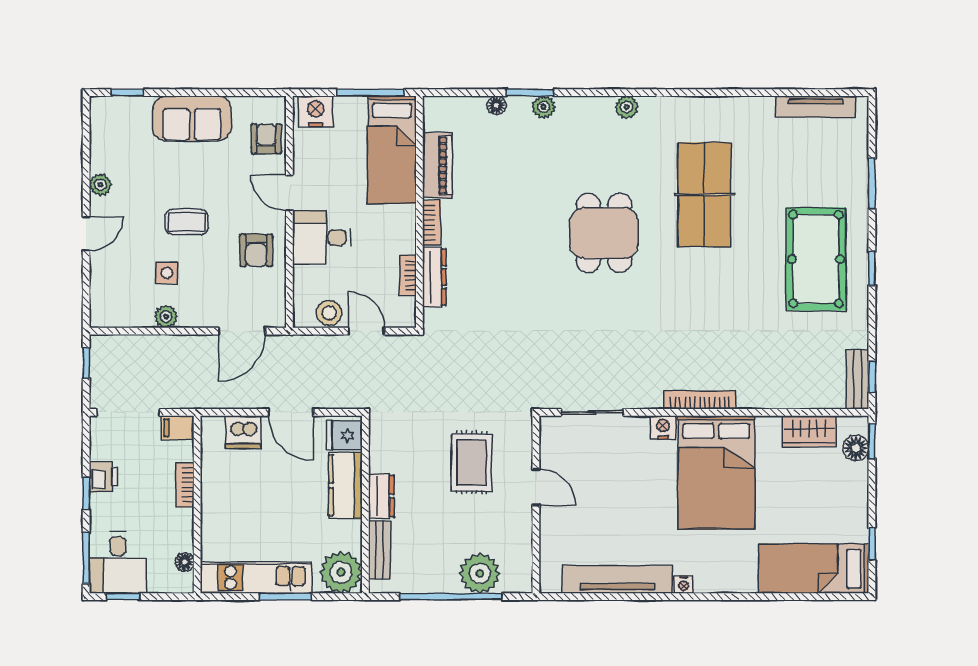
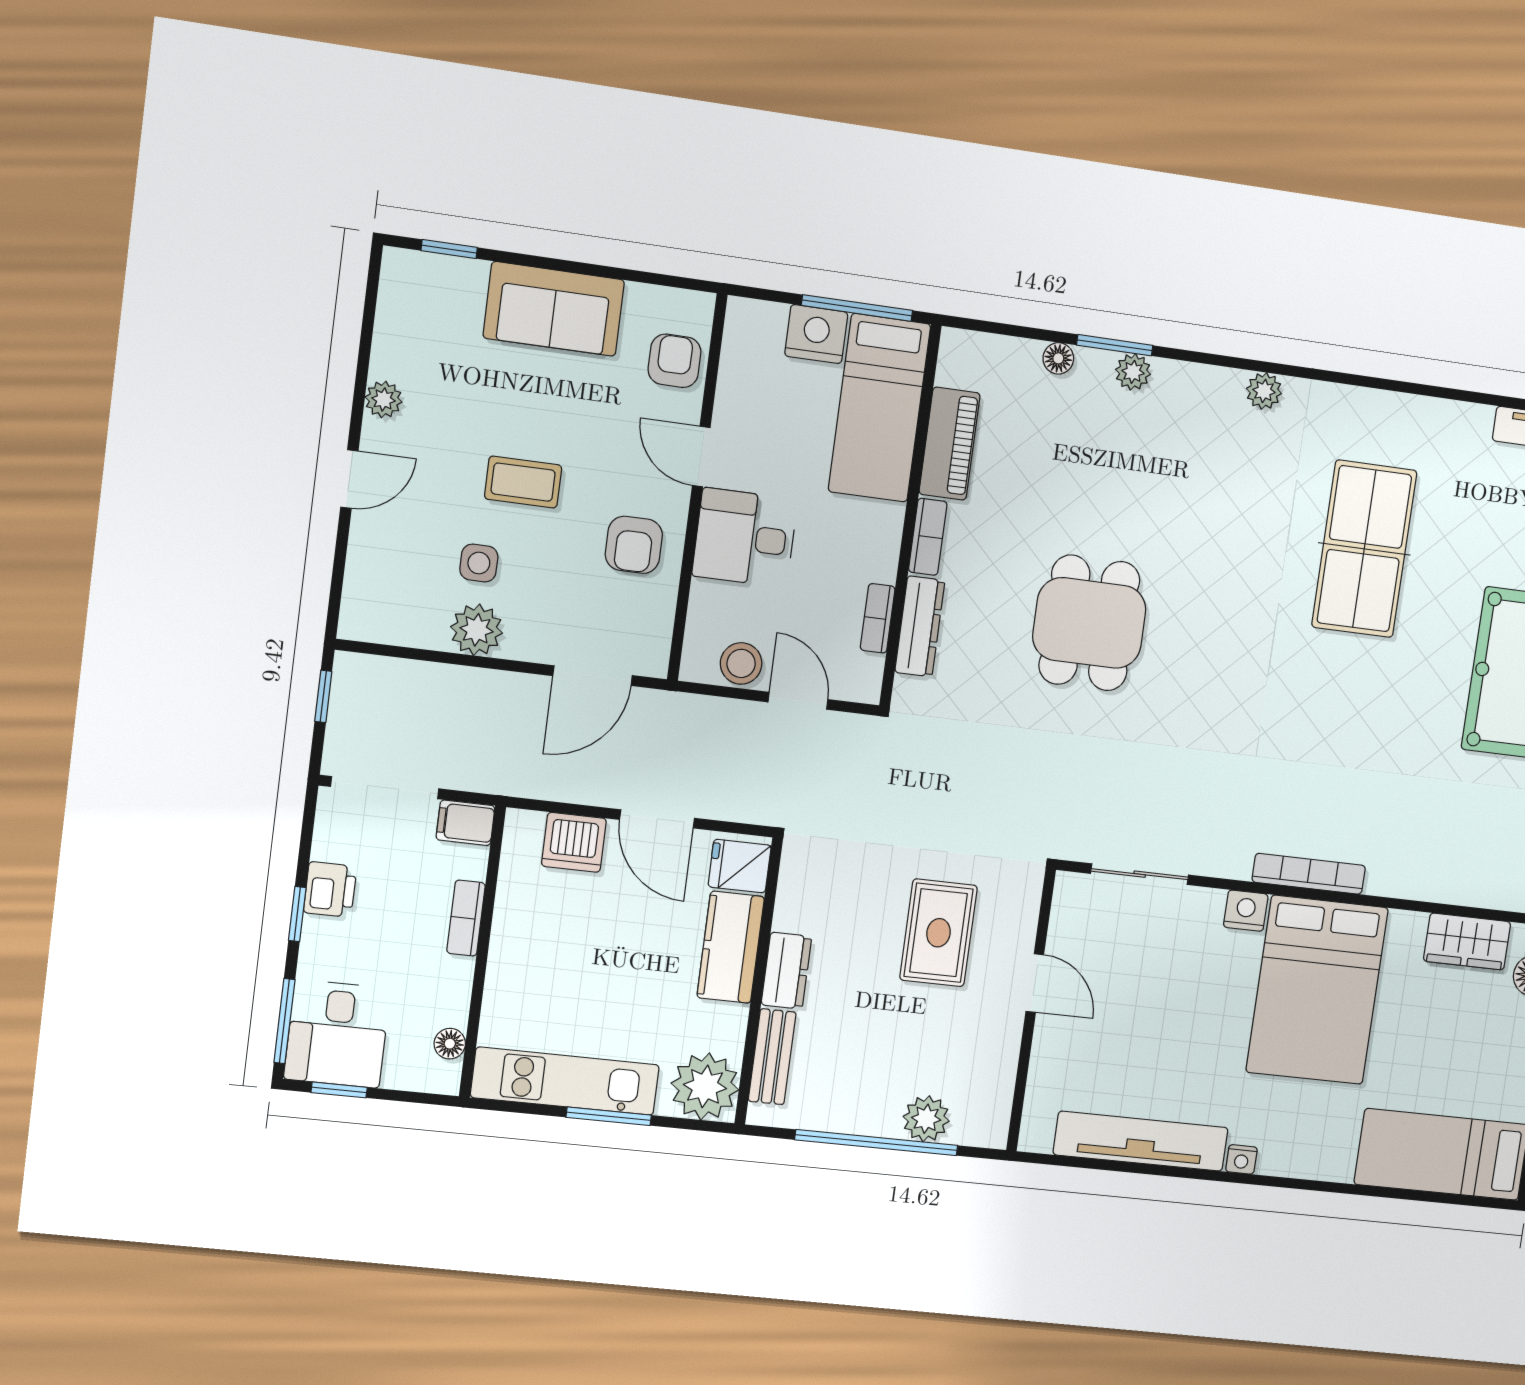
nightstand: (316, 111) -> (816, 334), moved
dining table: (604, 233) -> (1089, 623), moved
plant: (166, 317) -> (477, 630), width x1.38, depth x1.38
plant: (480, 573) -> (926, 1119), width x0.73, depth x0.73

